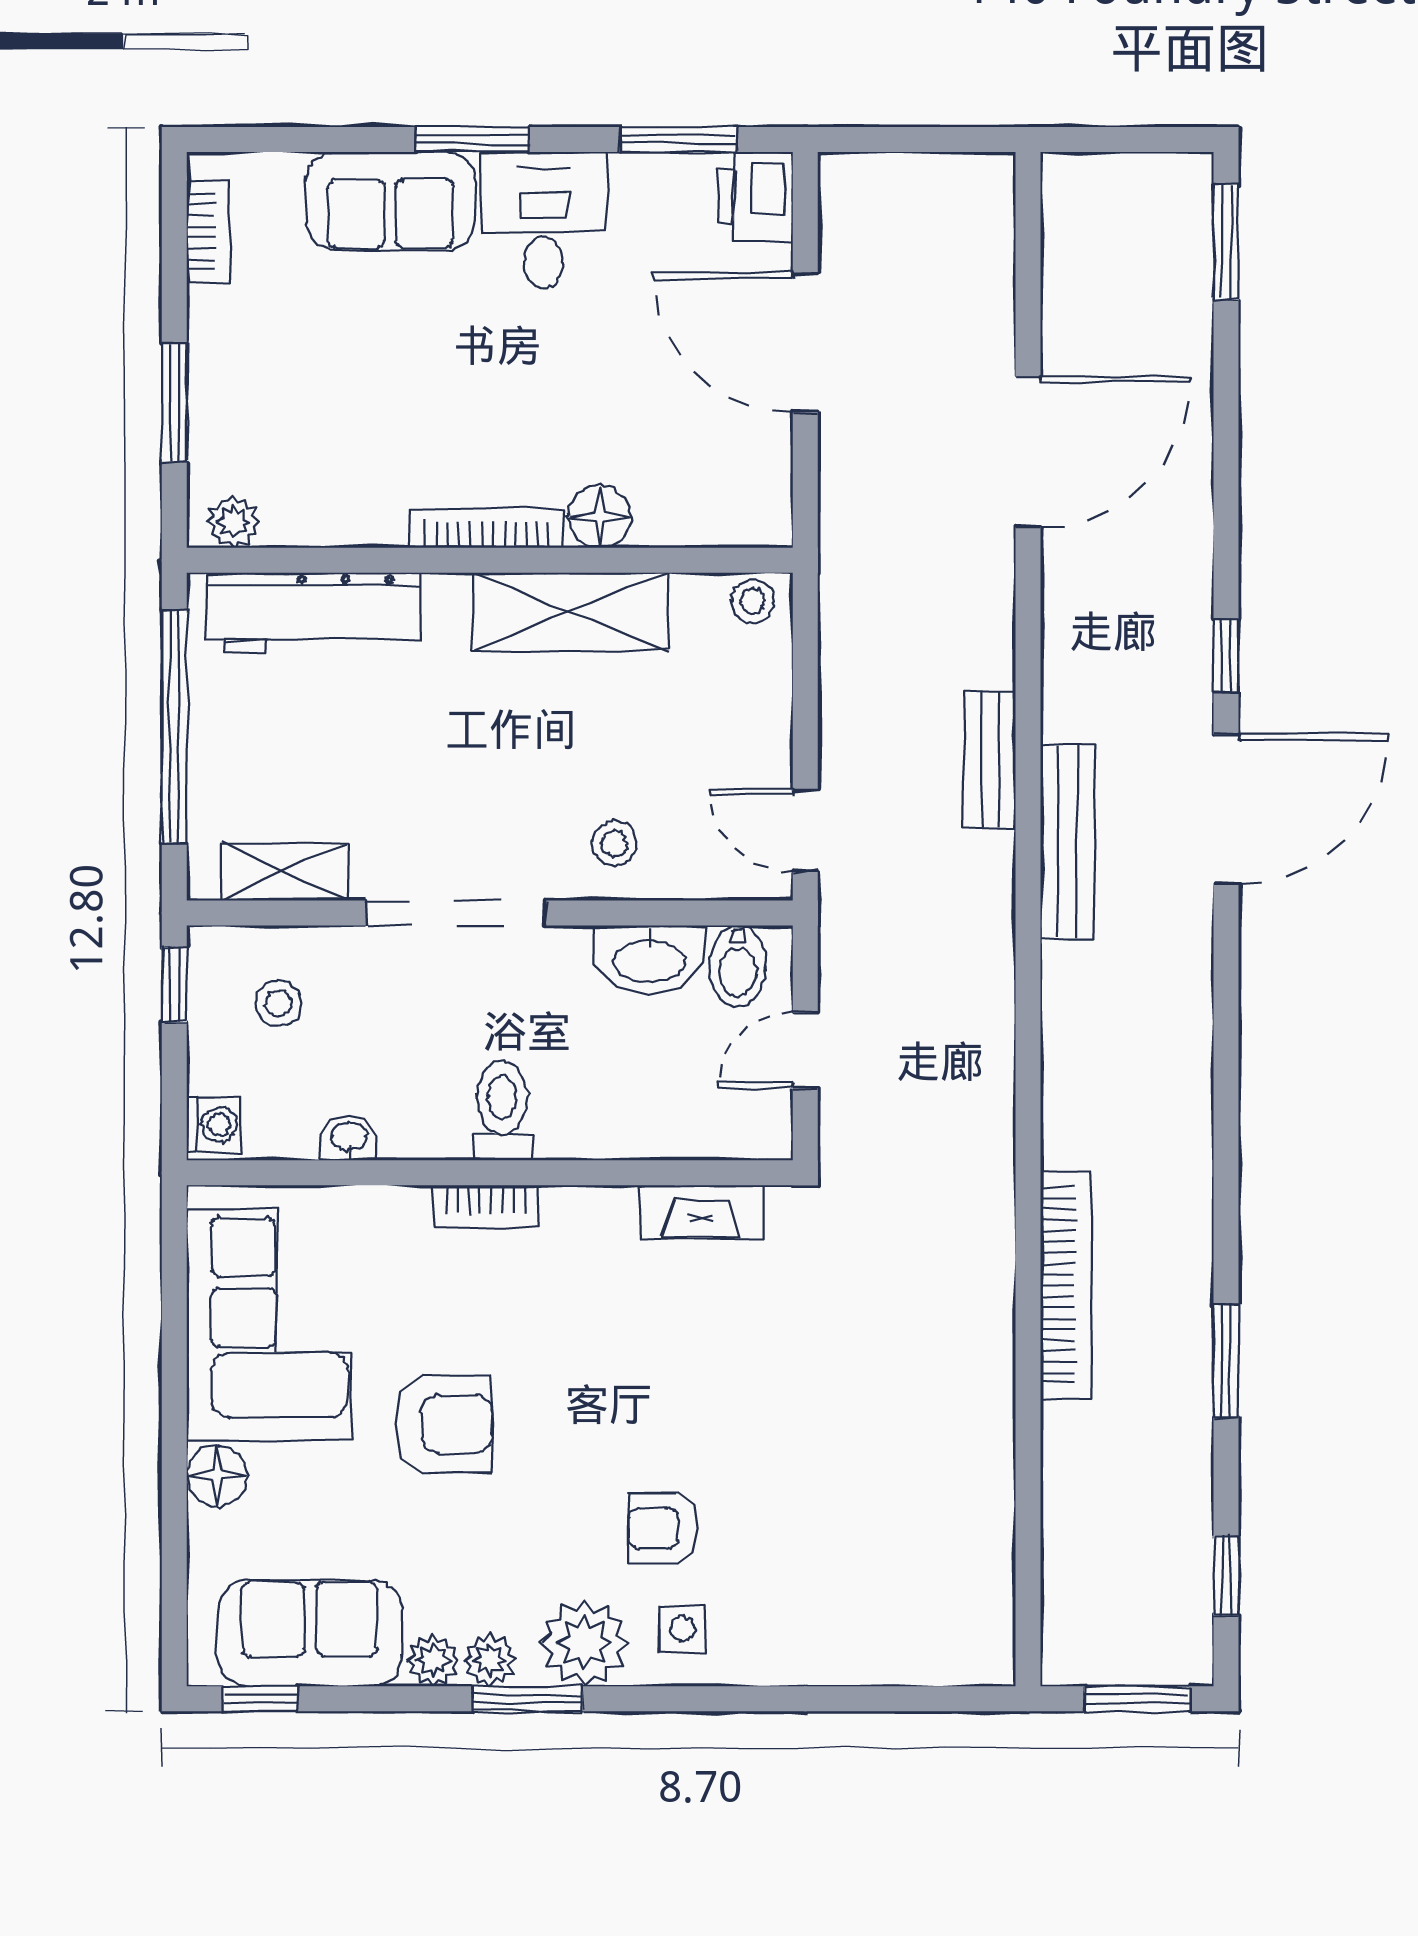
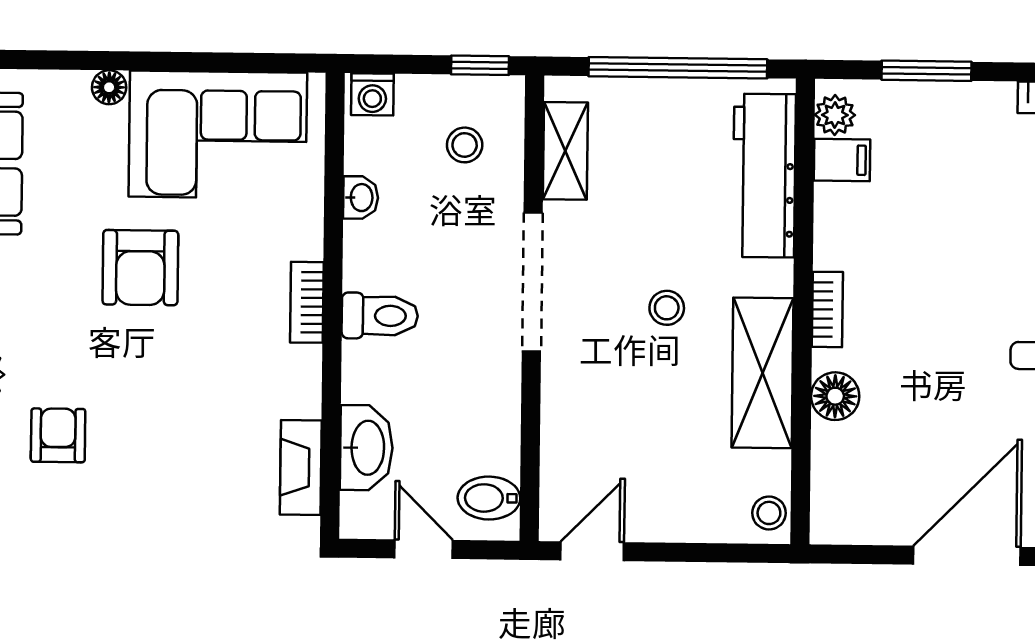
filing cabinet: (292, 512) -> (842, 160), added
bookcase: (487, 528) -> (827, 309), width x0.64
stool: (615, 843) -> (667, 308), moved
washbasin: (649, 959) -> (366, 448), moved, turned 180
floor lamp: (217, 1476) -> (109, 87), width x0.73, depth x0.73

